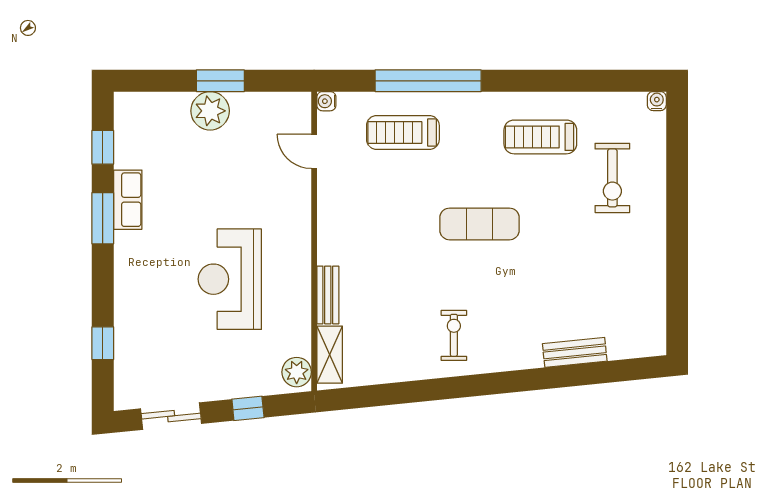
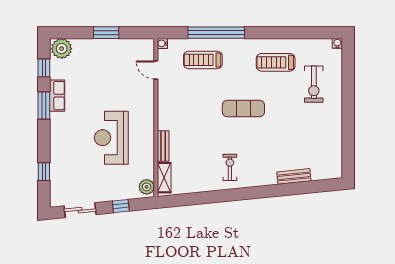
plant: (210, 111) -> (62, 49), moved

